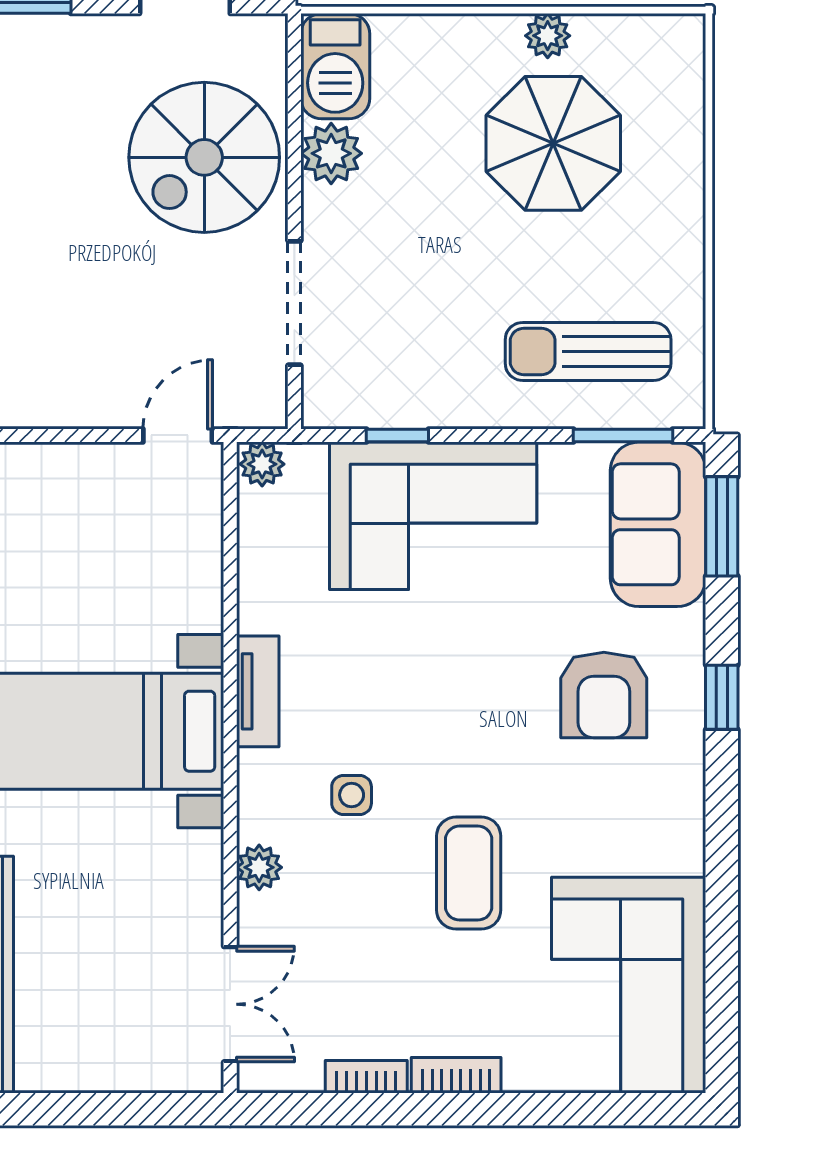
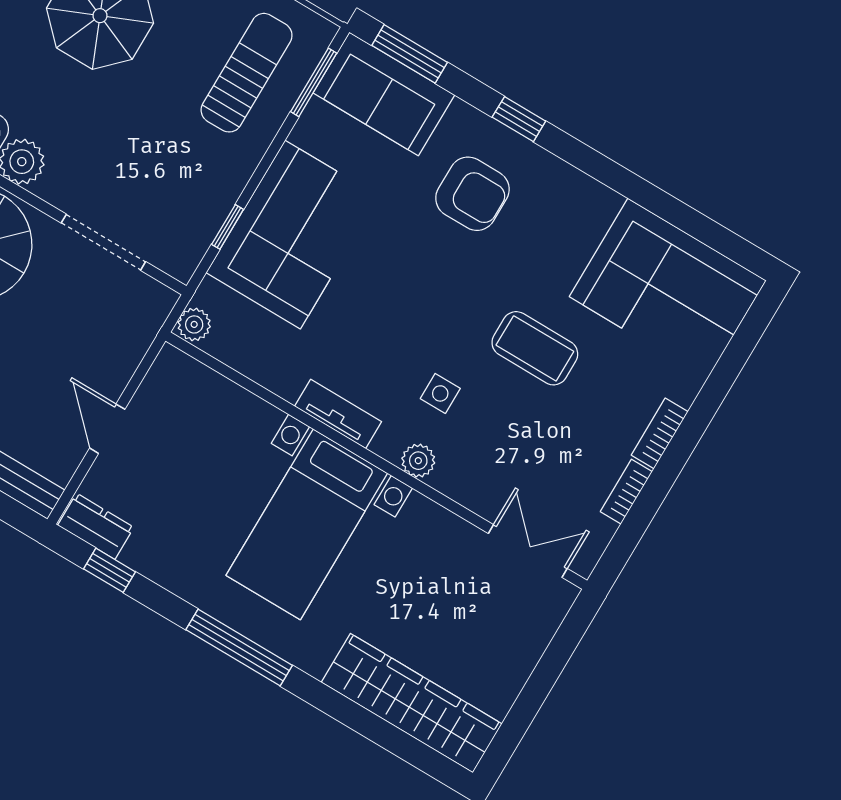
sun lounger: (588, 351) -> (247, 73), turned 180
door: (178, 435) -> (107, 429), moved
plant: (259, 867) -> (418, 461), moved

